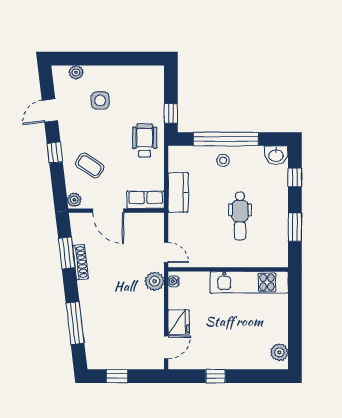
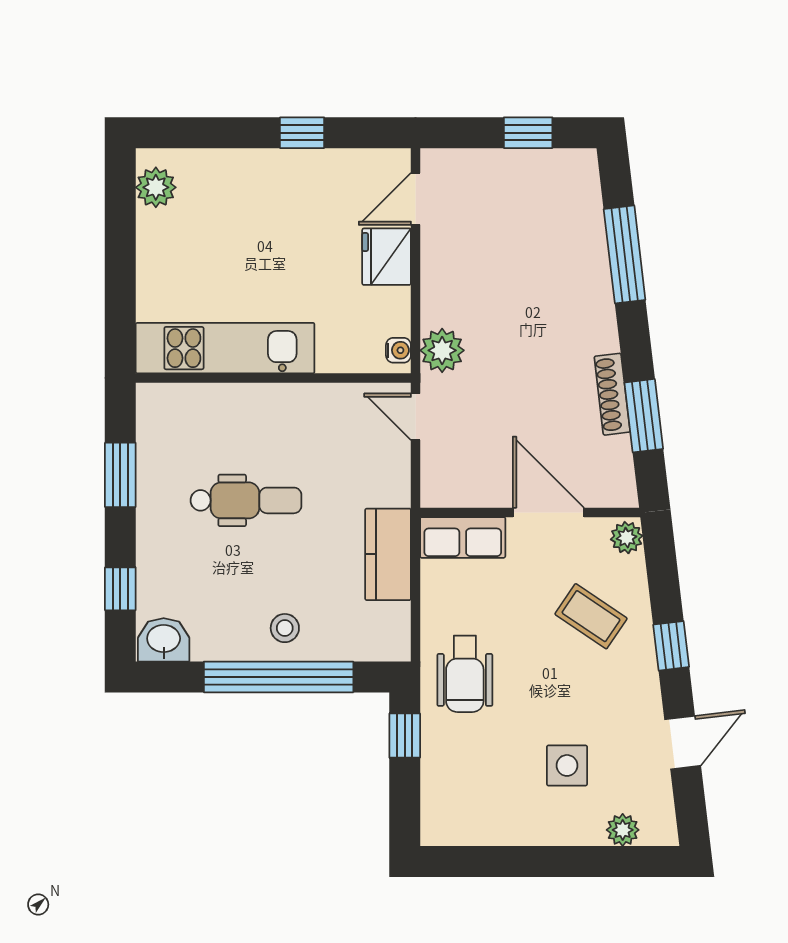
dental chair: (240, 216) -> (246, 500), turned 90

